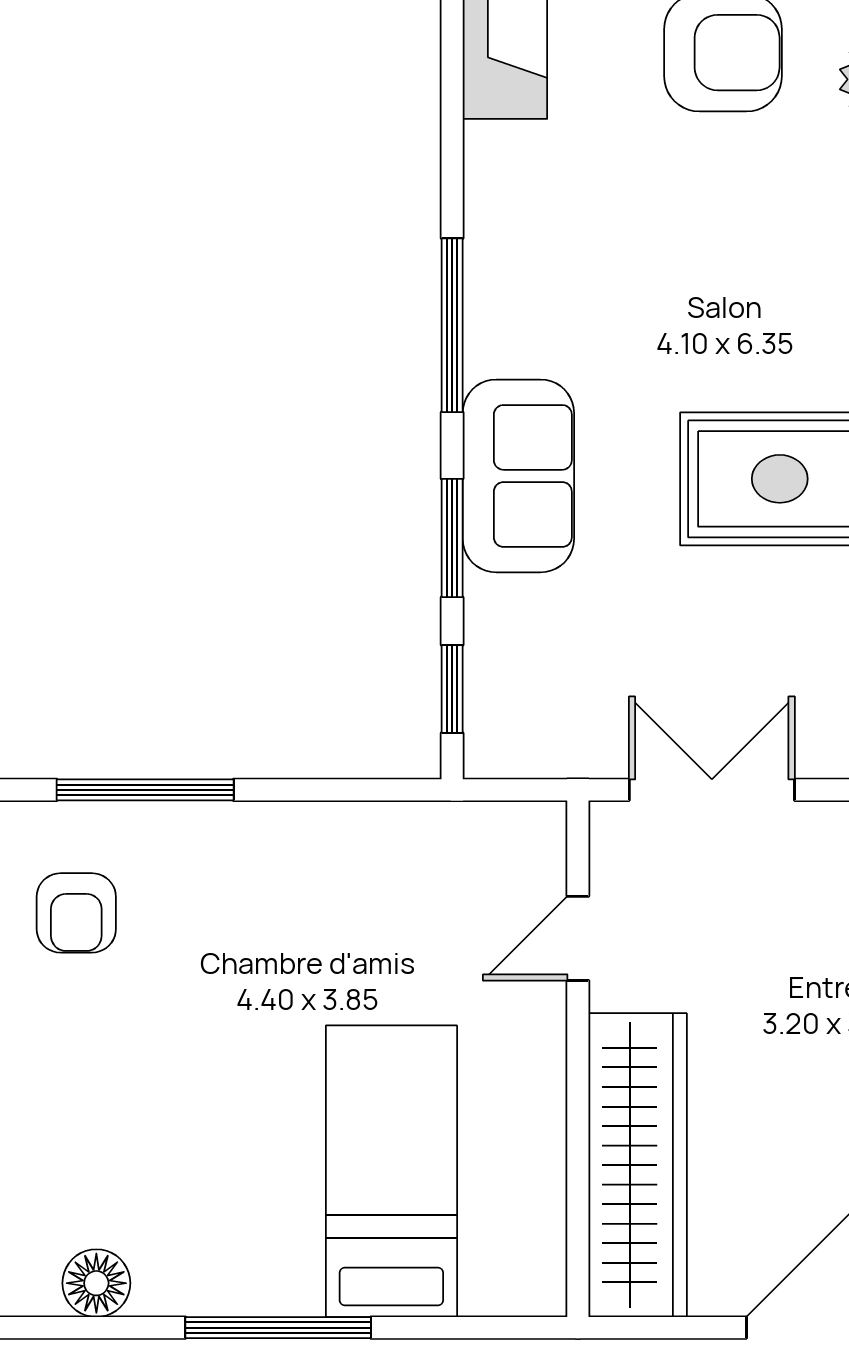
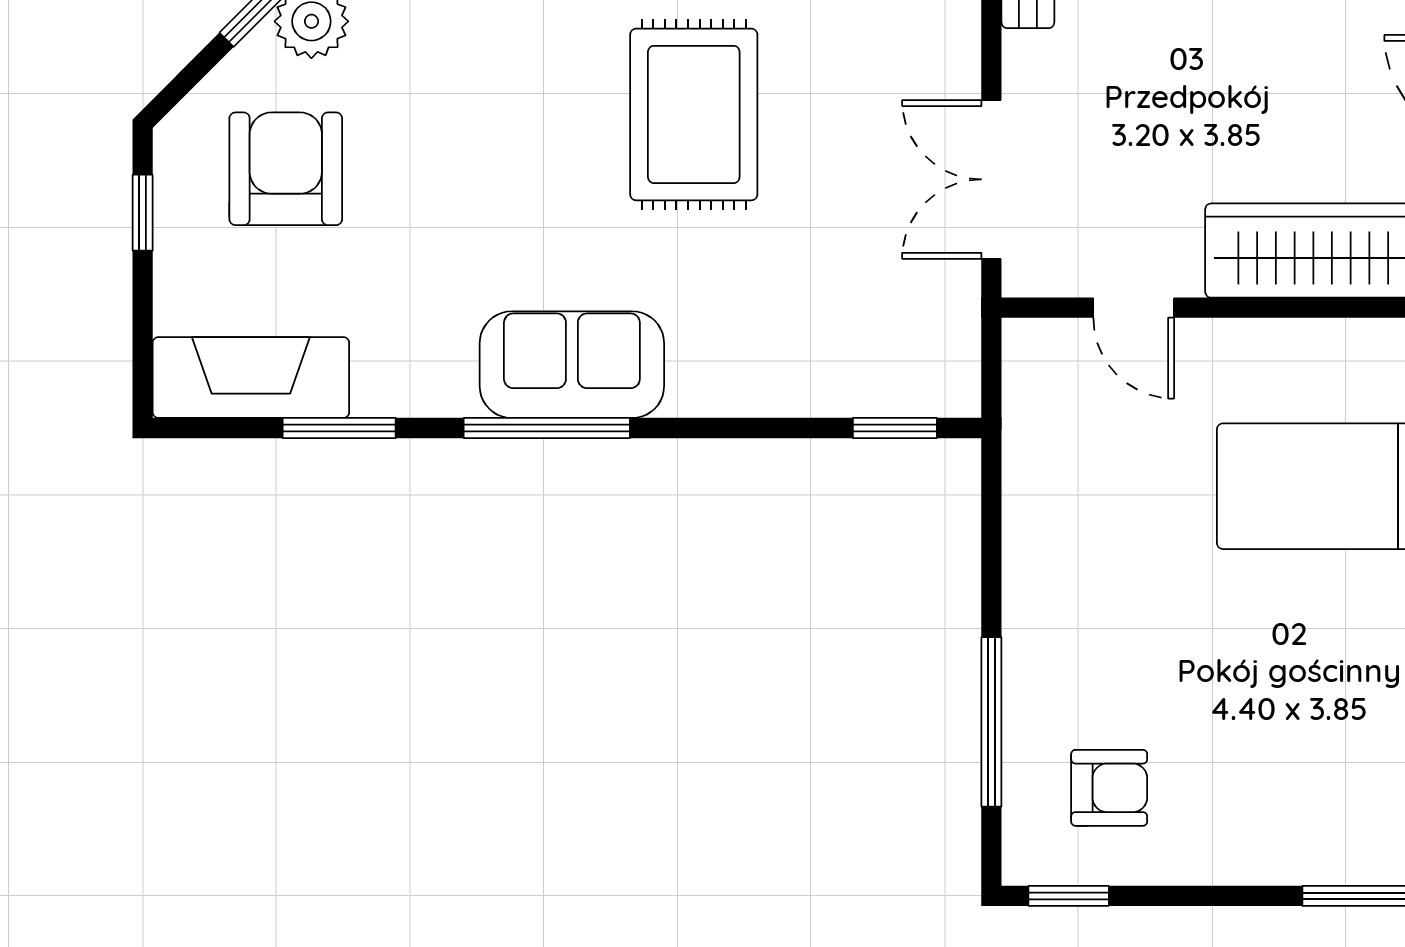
sofa: (518, 476) -> (572, 365), moved
window: (452, 538) -> (339, 428), moved

